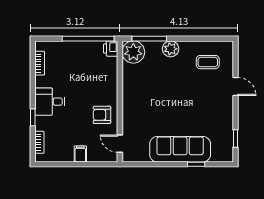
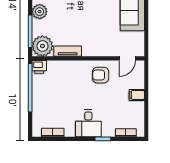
tv unit: (128, 79) -> (68, 51), added
armchair: (102, 115) -> (101, 75), turned 90

